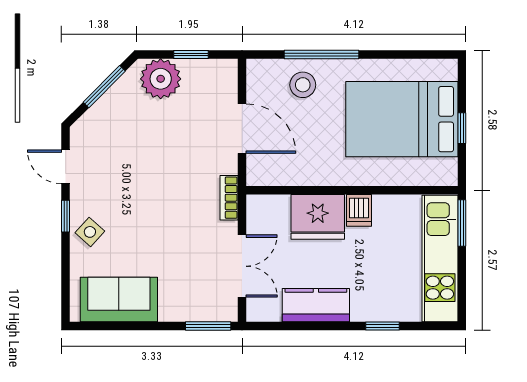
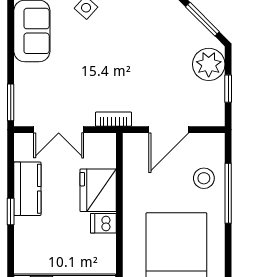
window: (383, 326) -> (11, 211), moved

